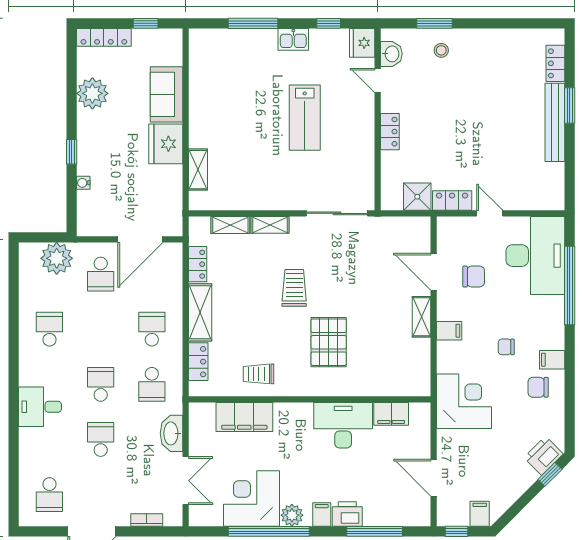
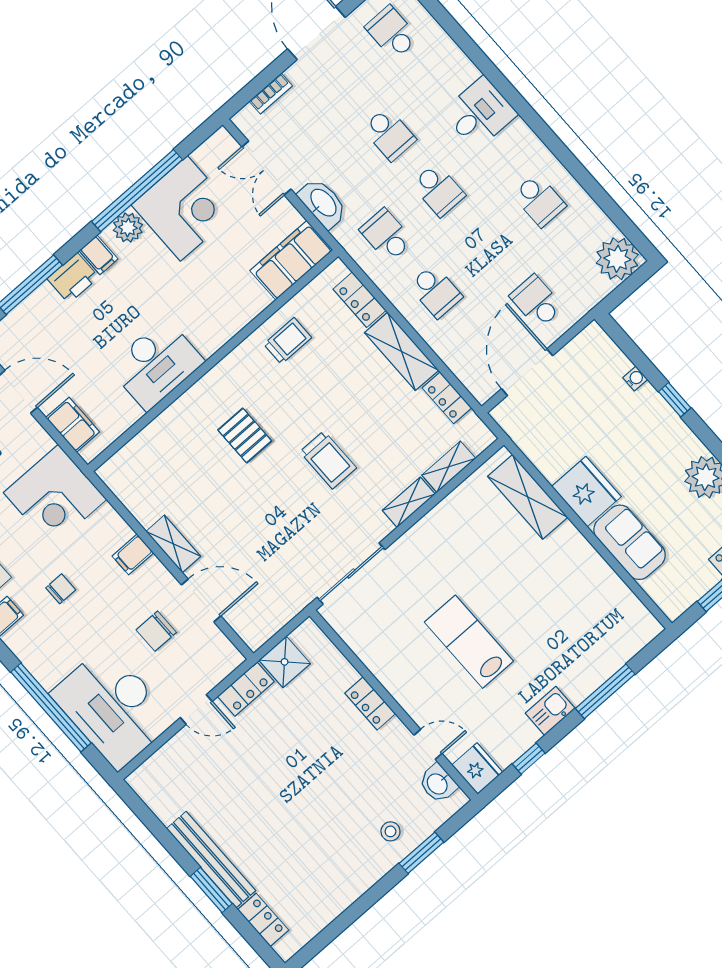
shelving: (198, 170) -> (528, 497), width x1.50, depth x1.33
plant: (57, 258) -> (617, 259), moved
pallet: (329, 342) -> (245, 435), width x0.67, depth x0.71
filing cabinet: (391, 414) -> (73, 425), moved, turned 90
filing cabinet: (244, 417) -> (291, 260), moved

